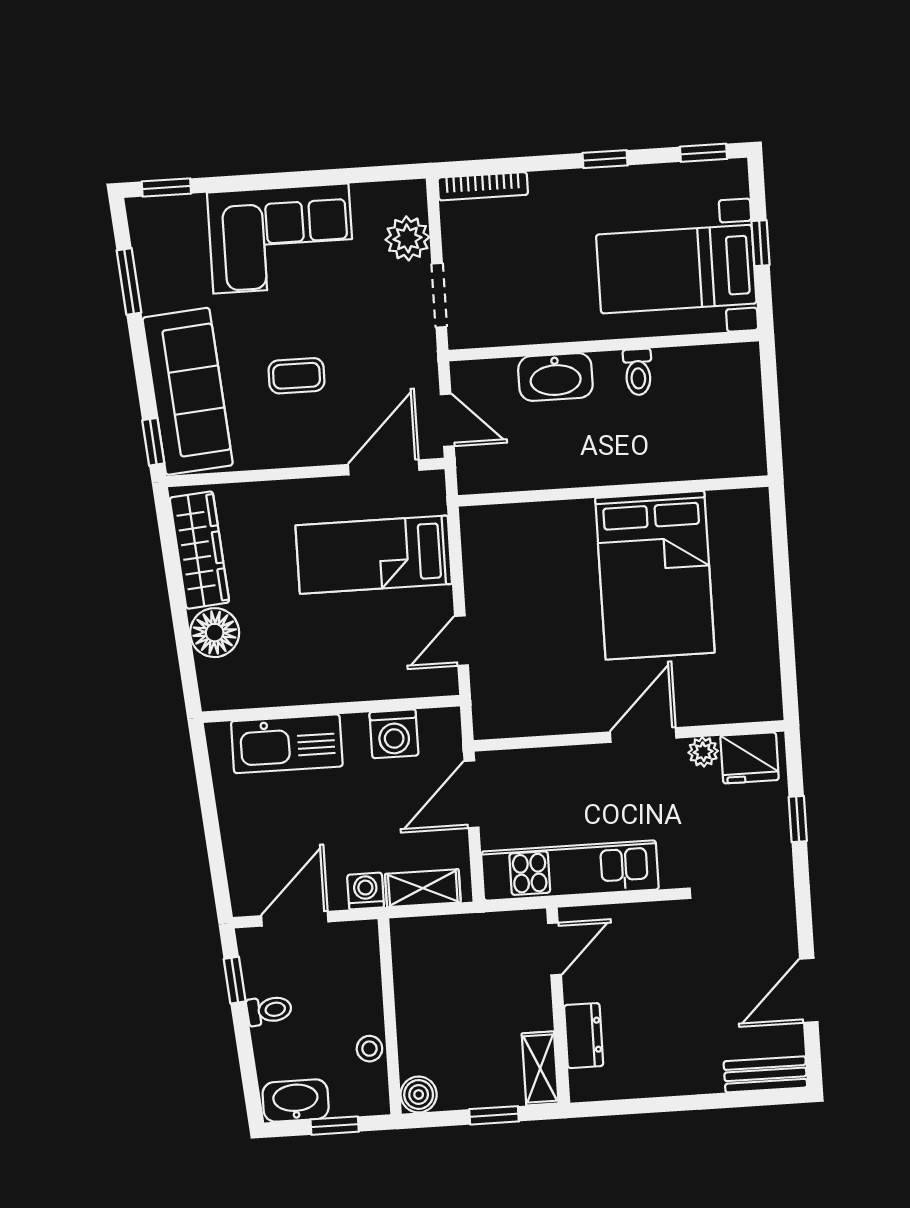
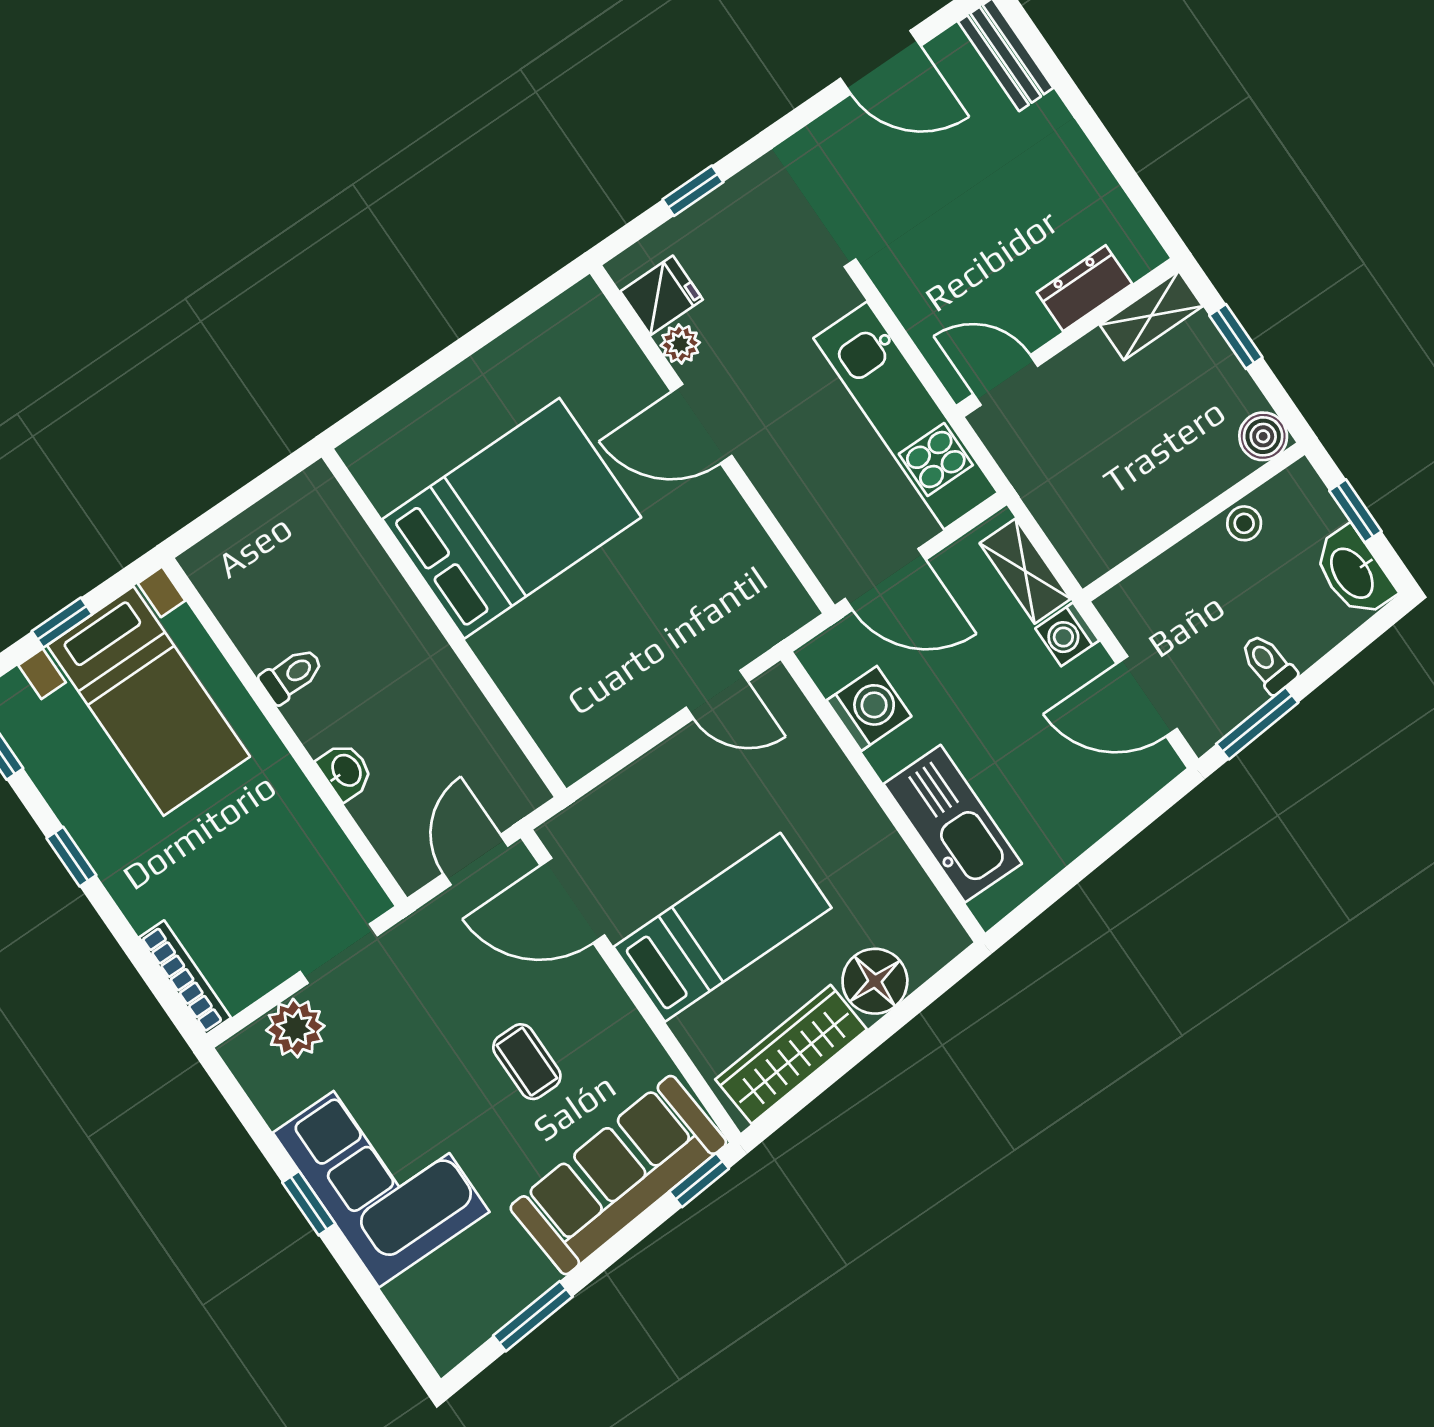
window: (166, 188) -> (309, 1203), moved
washbasin: (555, 377) -> (346, 771), width x0.52, depth x0.69
bed: (374, 555) -> (723, 927), moved, turned -90
fridge: (750, 758) -> (662, 295), width x0.72
window: (235, 980) -> (1257, 723), width x1.50

